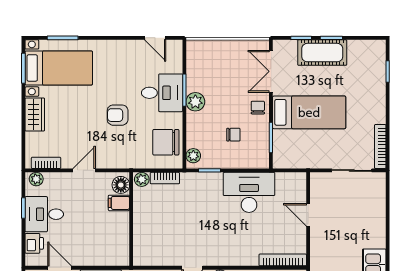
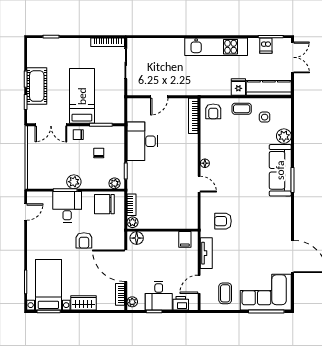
chair: (166, 142) -> (104, 204), turned 90
door: (84, 170) -> (126, 266), width x1.88
filing cabinet: (119, 203) -> (185, 239), moved

